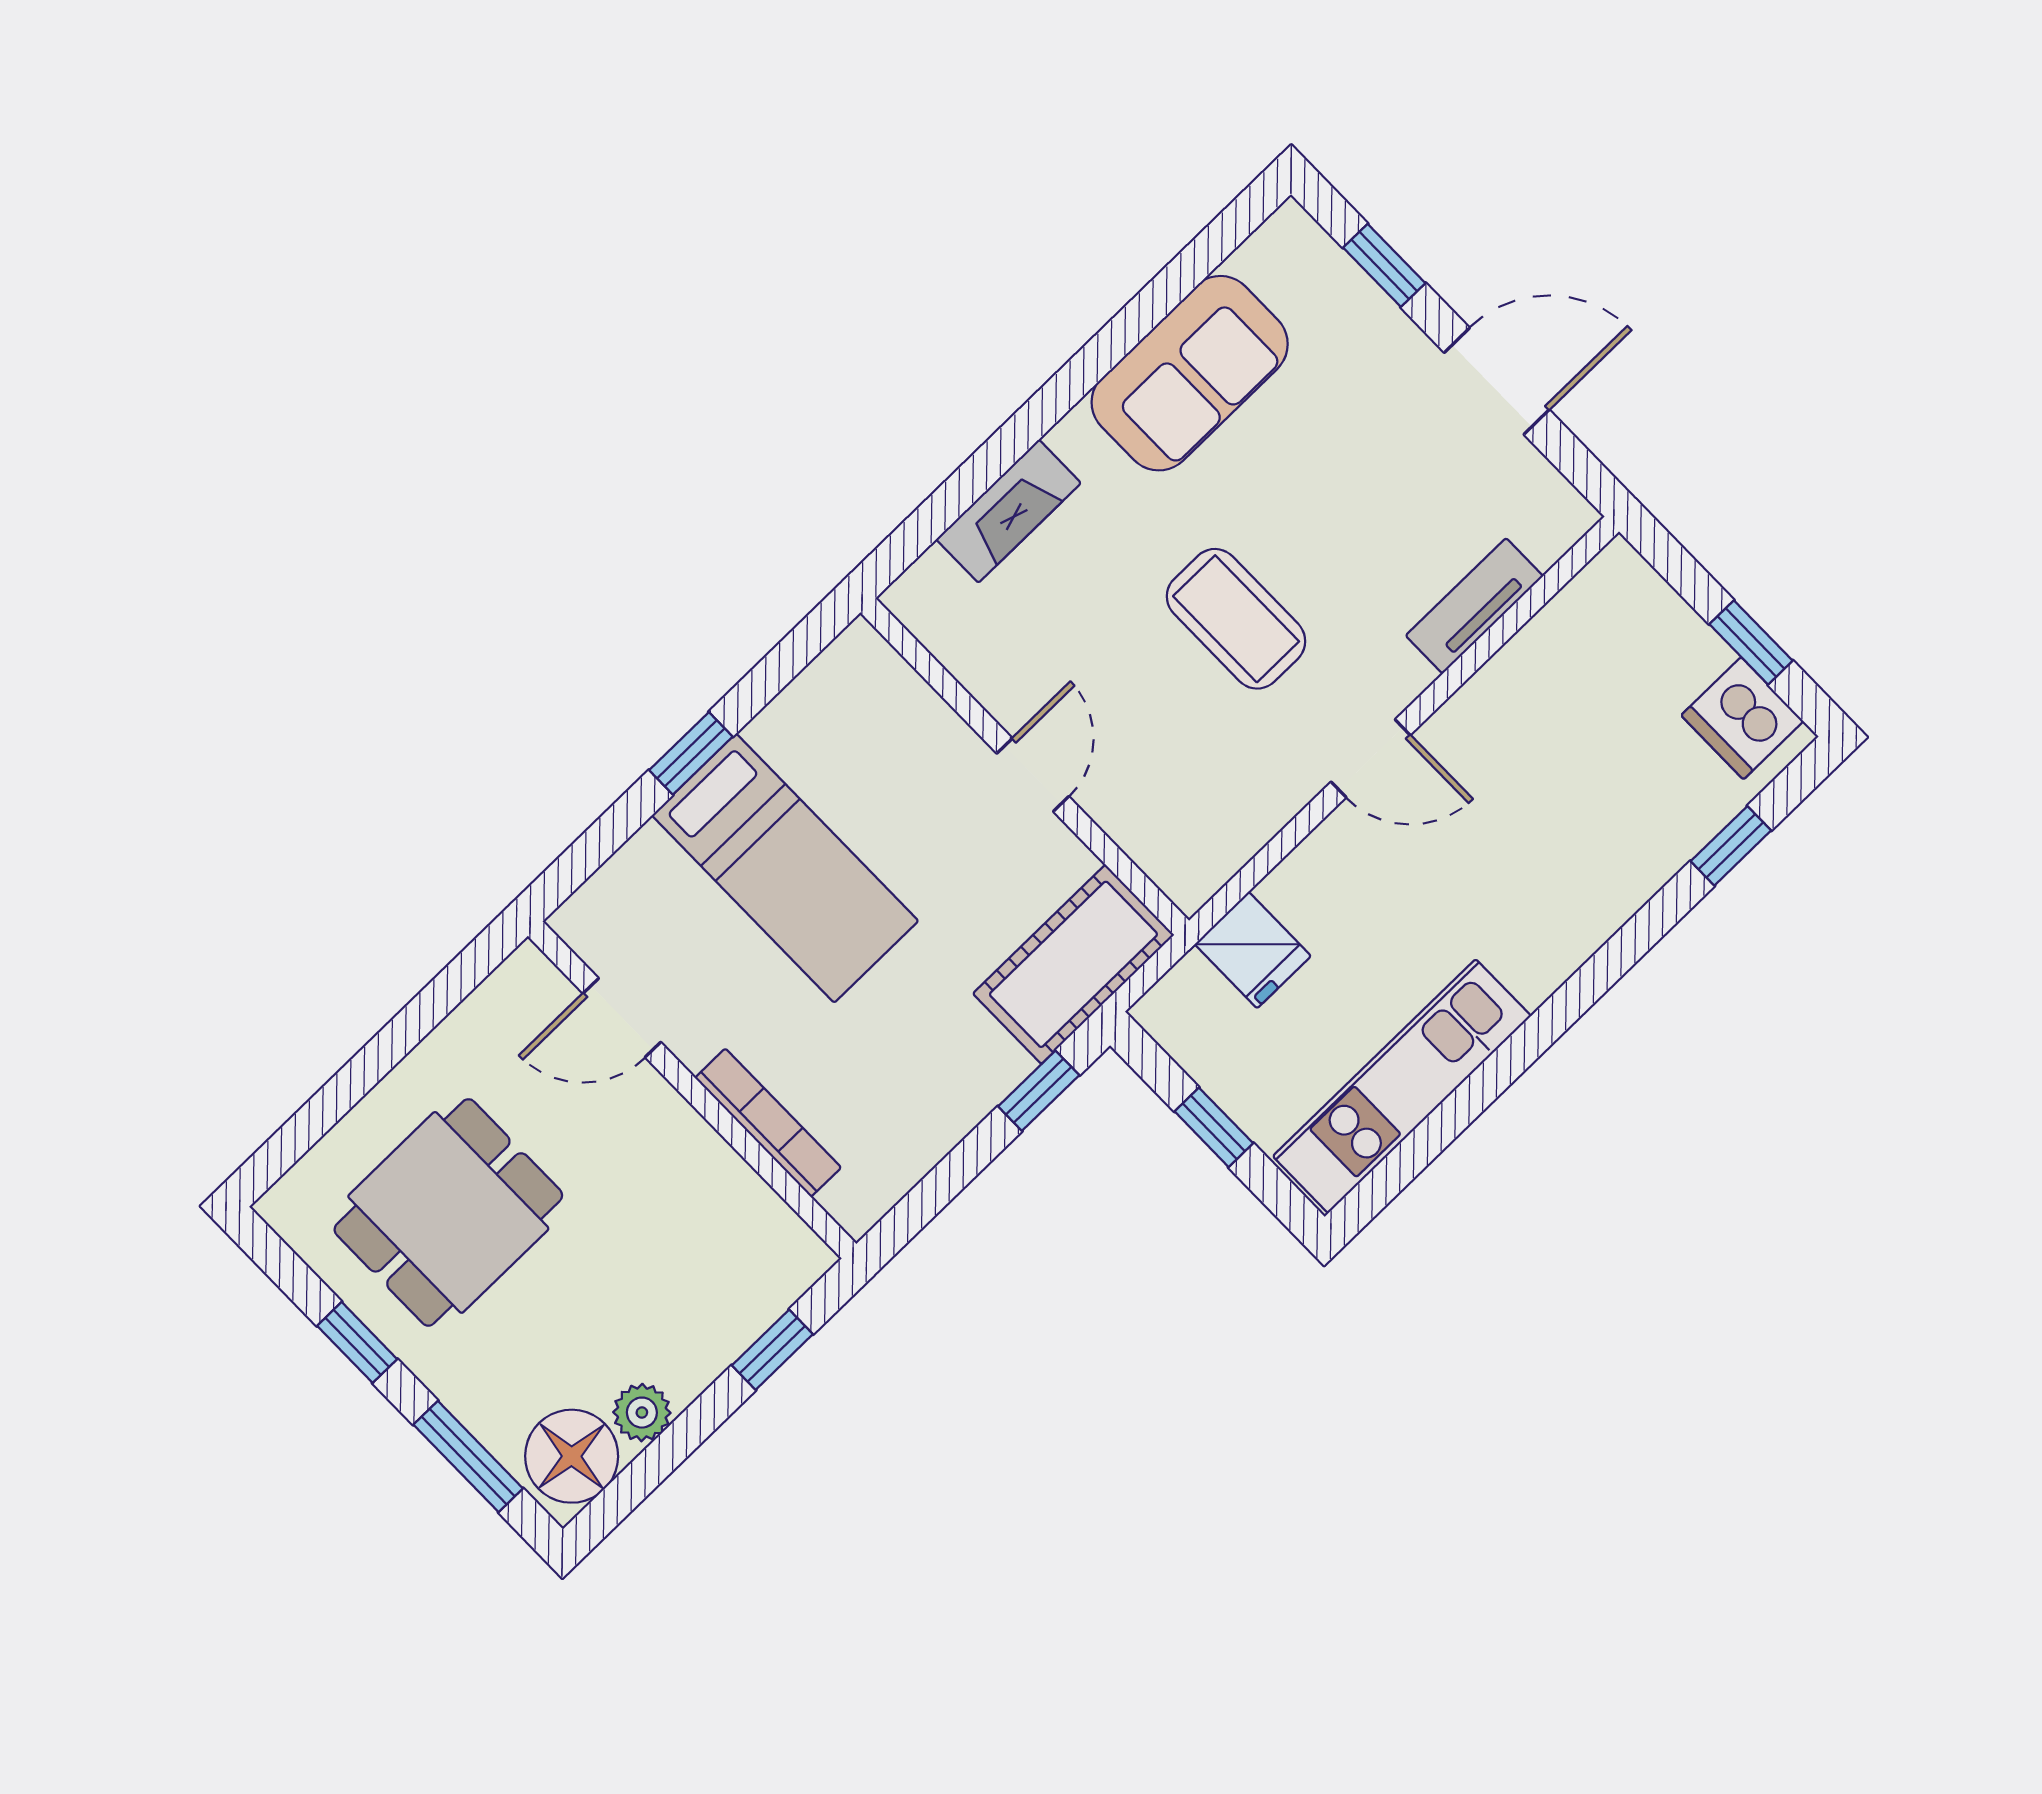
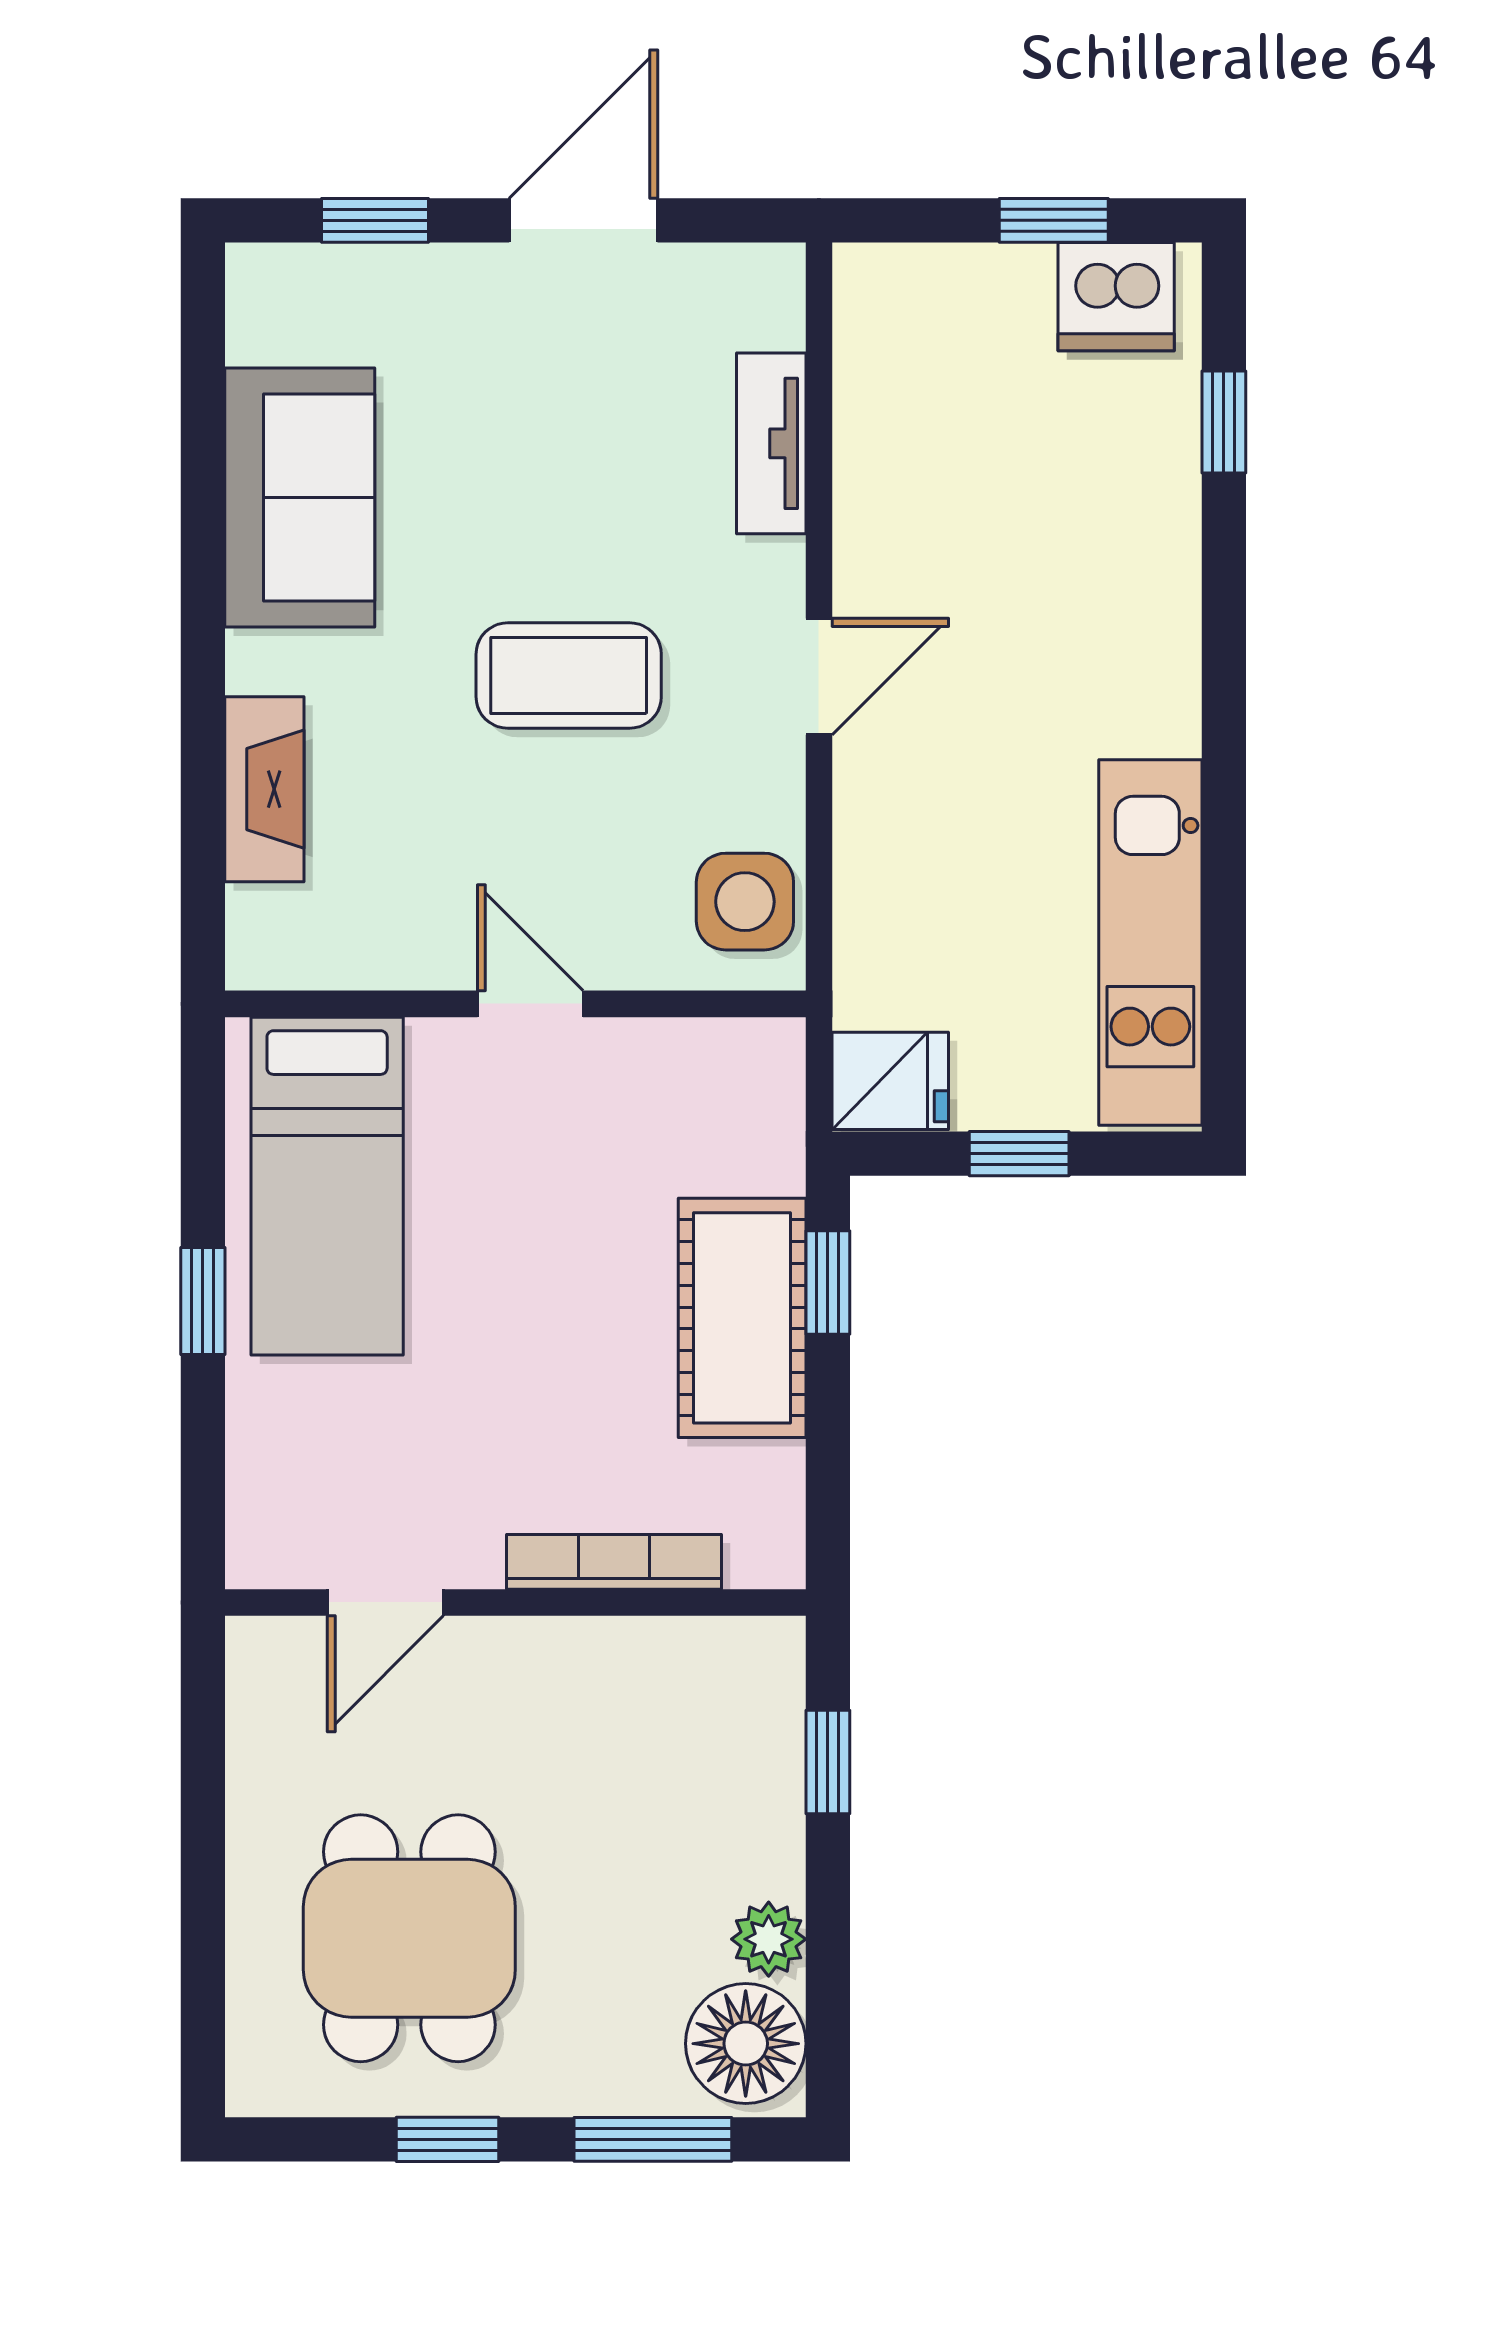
side table: (1206, 839) -> (745, 902), added
bed: (785, 868) -> (327, 1186), moved, turned 90
fridge: (1253, 950) -> (890, 1081), moved
cot: (1073, 964) -> (742, 1318), moved

